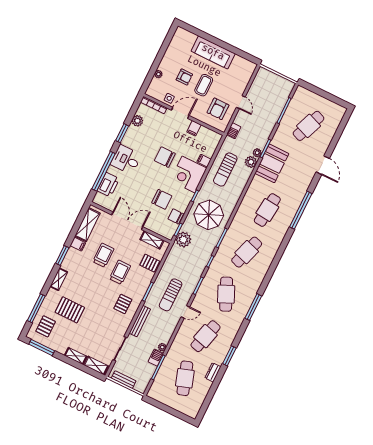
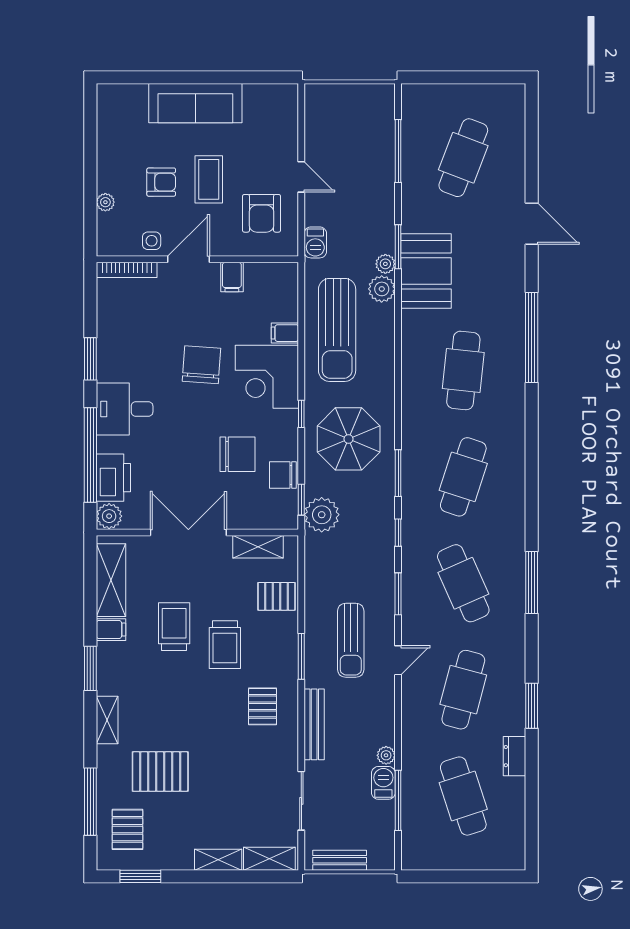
plant: (137, 121) -> (109, 516), moved
chair: (165, 157) -> (201, 365), turned 94
sun lounger: (225, 170) -> (337, 330), width x1.36, depth x1.34
trolley: (120, 272) -> (225, 645), turned 180
window: (42, 347) -> (140, 876), width x0.69

